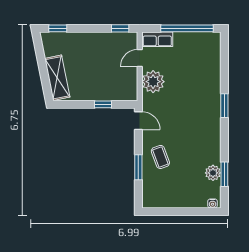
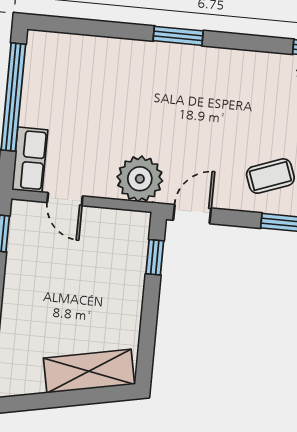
plant: (153, 82) -> (140, 179), moved
window: (103, 104) -> (155, 257), moved

